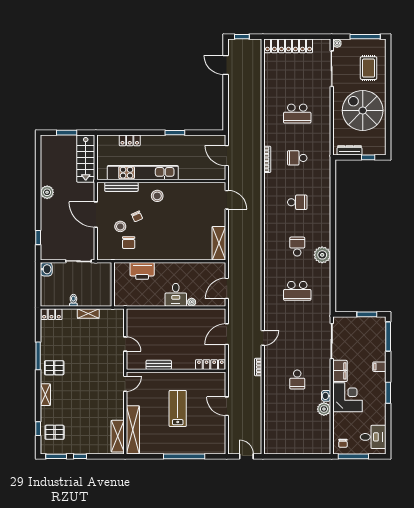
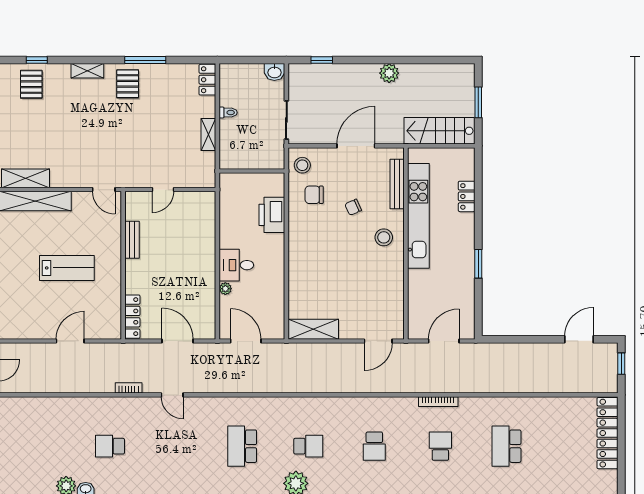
stool: (120, 226) -> (302, 165), moved

